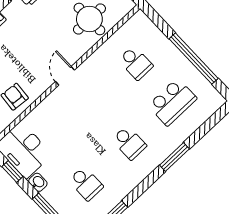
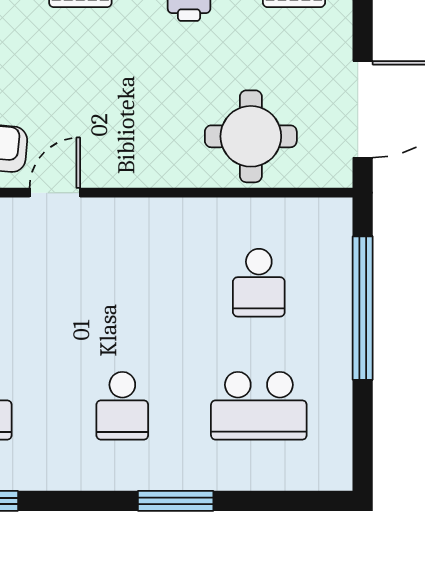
window: (194, 59) -> (363, 308), moved
door: (65, 76) -> (55, 193), moved

